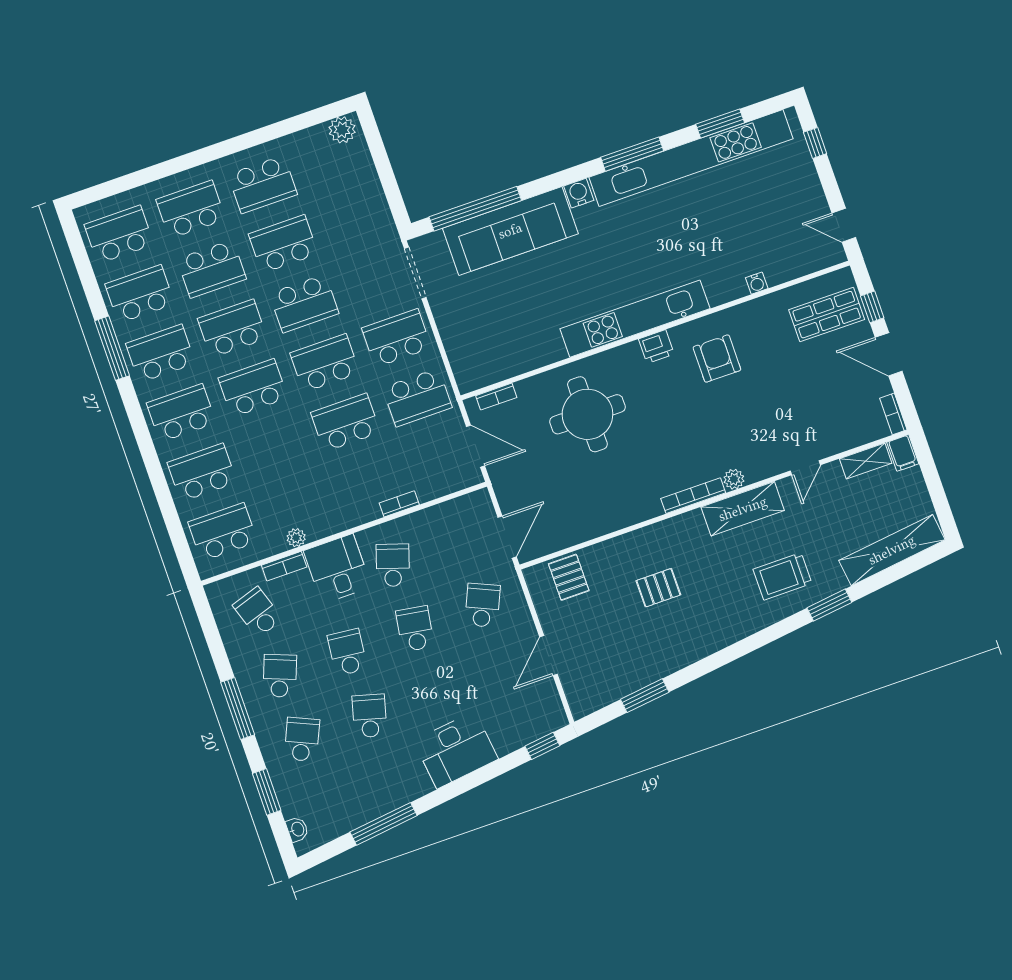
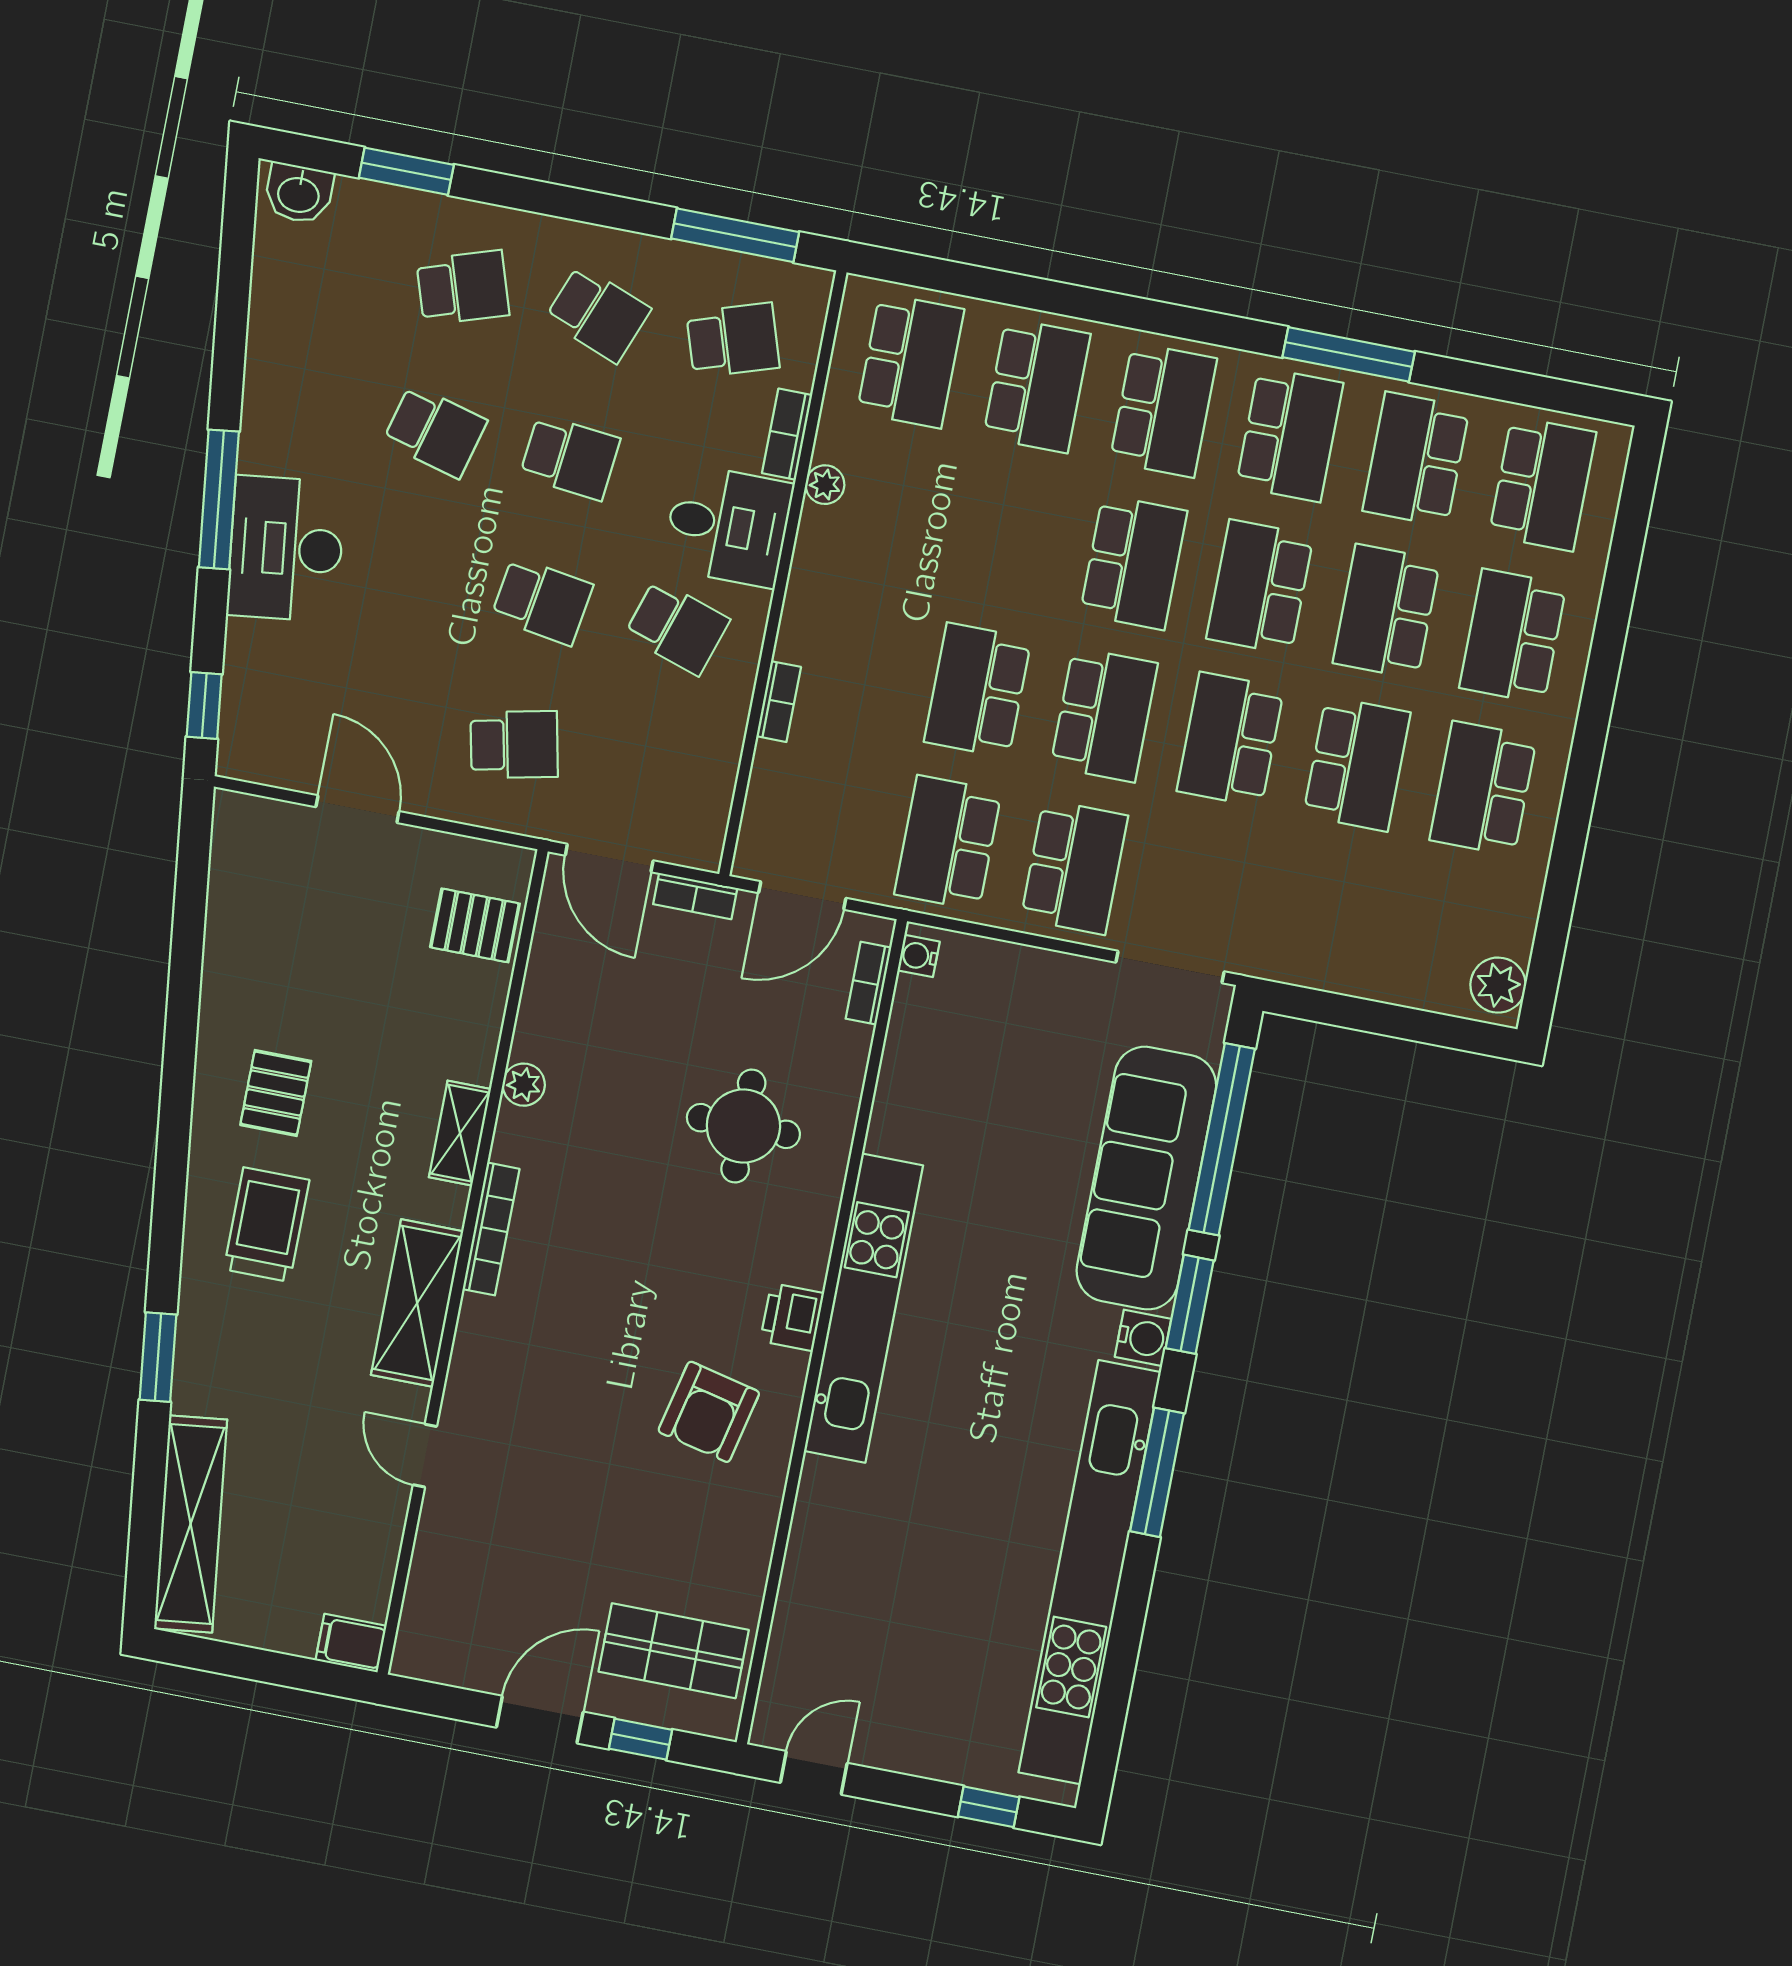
window: (720, 123) -> (1190, 1304), moved
school desk: (191, 209) -> (1513, 636), turned 180
water cooler: (757, 283) -> (919, 956), moved
school desk: (140, 294) -> (1416, 459), turned 180
shop shelf: (827, 315) -> (674, 1651), turned 90
school desk: (232, 328) -> (1260, 587), turned 180
armchair: (717, 359) -> (709, 1412), turned 103
round table: (587, 414) -> (743, 1126), width x0.73, depth x0.73
bookcase: (893, 414) -> (695, 896), moved, turned 180
school desk: (345, 423) -> (978, 690), turned 180
shelving: (866, 461) -> (460, 1133), moved
plant: (734, 479) -> (524, 1085), moved
trolley: (782, 576) -> (267, 1225), moved
pallet: (658, 588) -> (276, 1093), moved
school desk: (483, 605) -> (514, 745), turned -36
window: (645, 696) -> (188, 938), removed
window: (238, 708) -> (735, 235), moved
school desk: (302, 739) -> (463, 288), turned -42
window: (384, 824) -> (219, 499), moved
washbasin: (297, 829) -> (299, 193), width x1.38, depth x1.45

